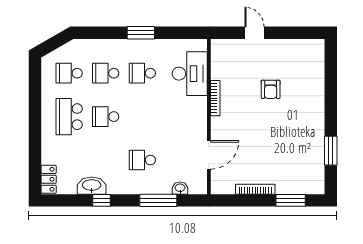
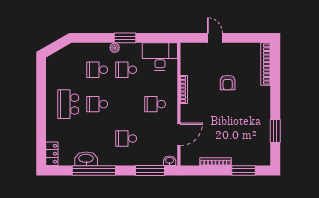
plant: (128, 45) -> (115, 48), added
bookcase: (319, 66) -> (266, 64), added
school desk: (69, 73) -> (155, 104), moved
desk: (190, 74) -> (160, 56), moved, turned -90
washbasin: (180, 188) -> (170, 161), moved
window: (102, 200) -> (94, 170), width x3.17
window: (158, 200) -> (150, 170), moved

